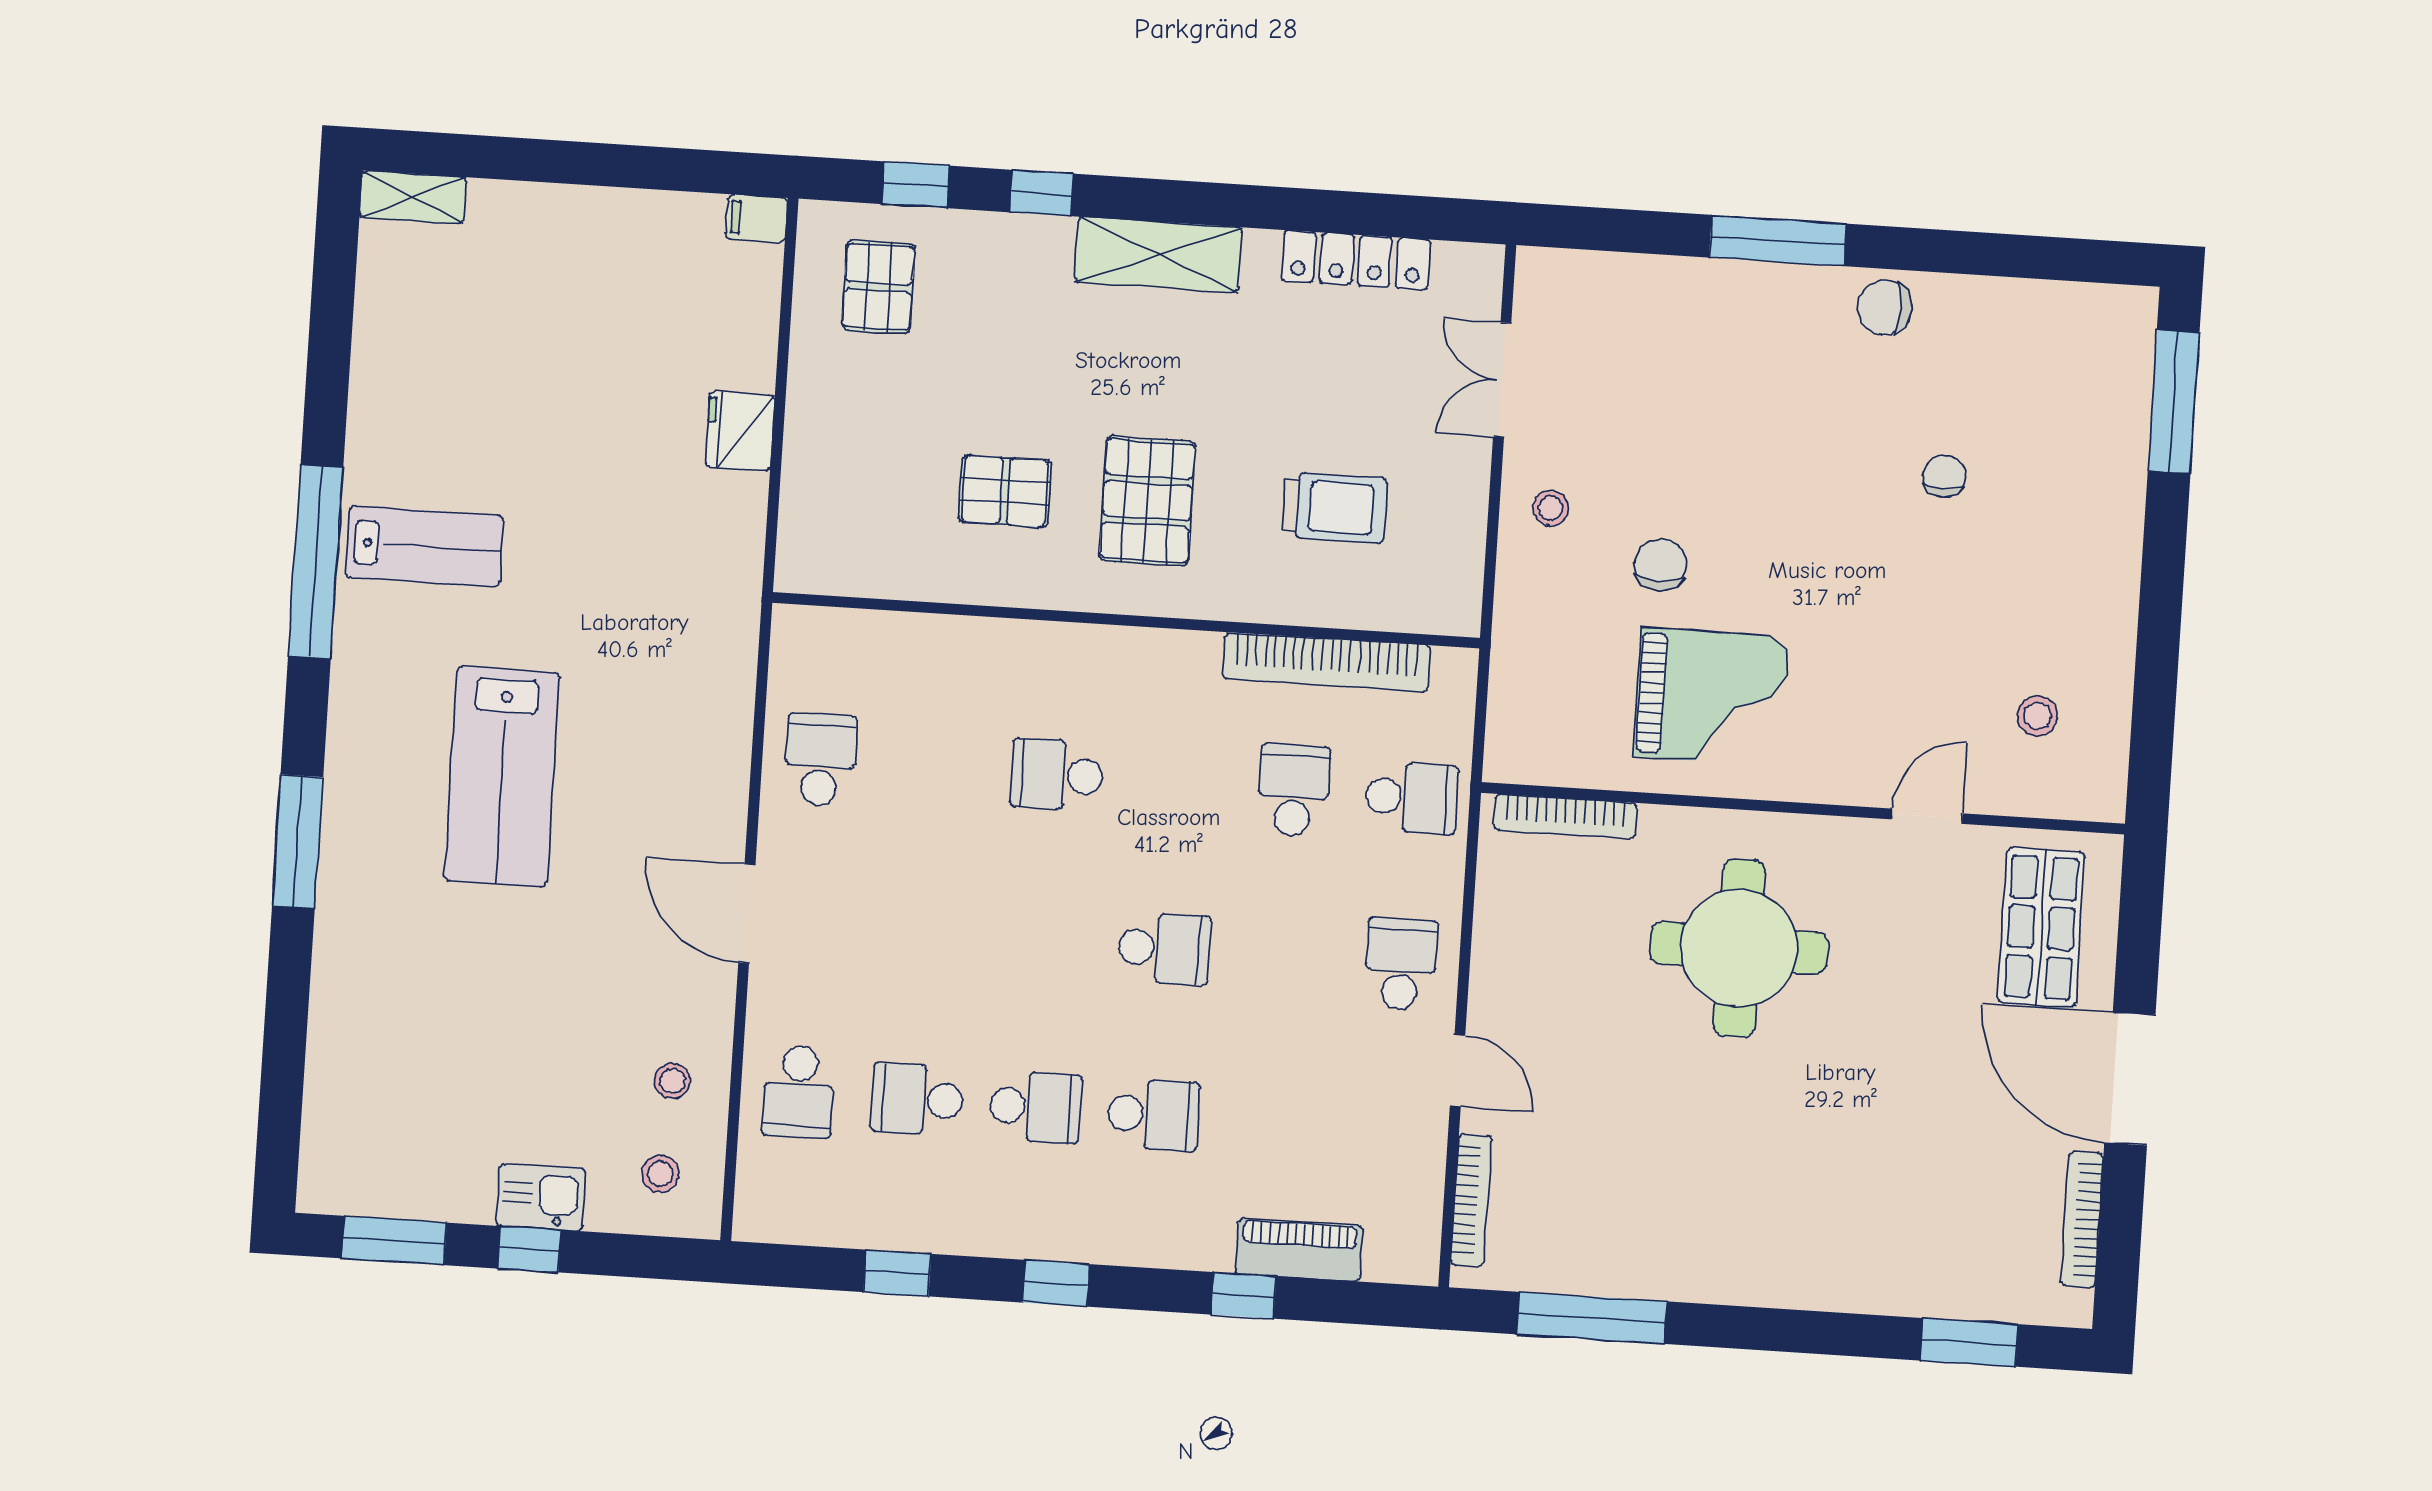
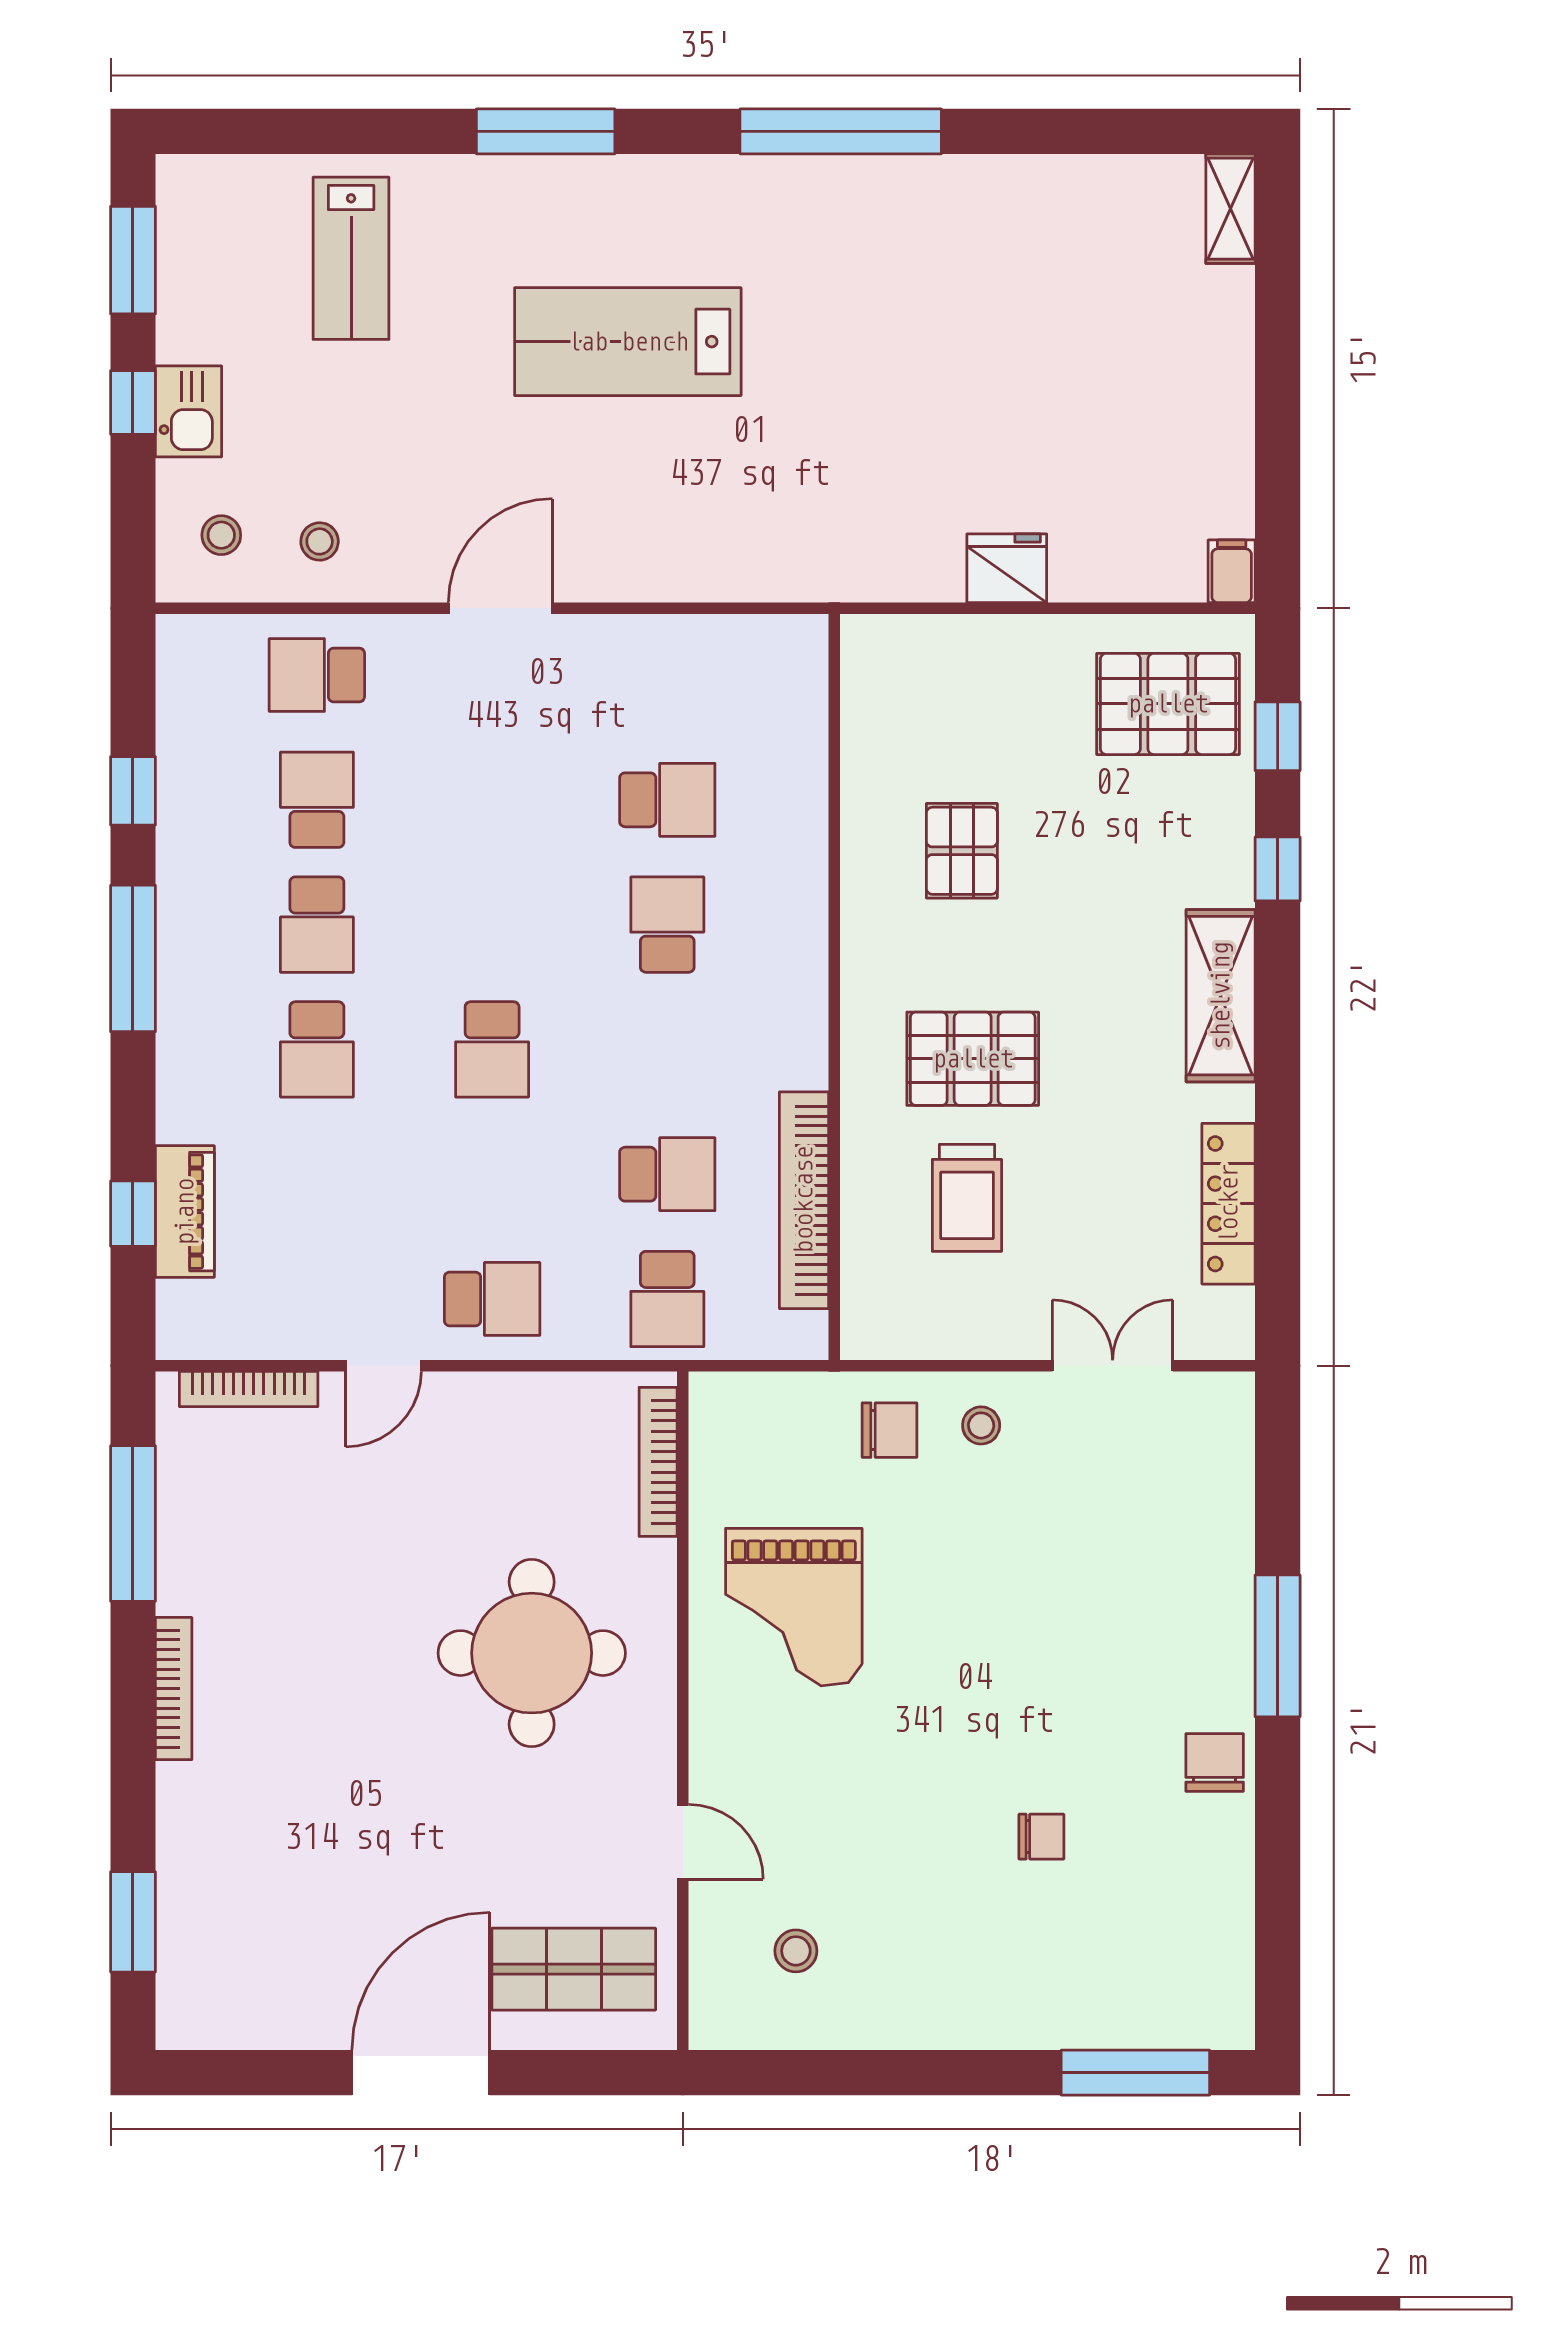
pallet: (878, 287) -> (1168, 704), width x1.50, depth x1.42
pallet: (1147, 501) -> (973, 1059), moved
lab bench: (424, 546) -> (351, 258), moved
chair: (1660, 565) -> (889, 1430), moved
school desk: (820, 760) -> (667, 800), moved
bookcase: (2082, 1219) -> (174, 1689), moved, turned 90
window: (1056, 1283) -> (133, 958), width x2.17
window: (1244, 1295) -> (133, 1214), moved

